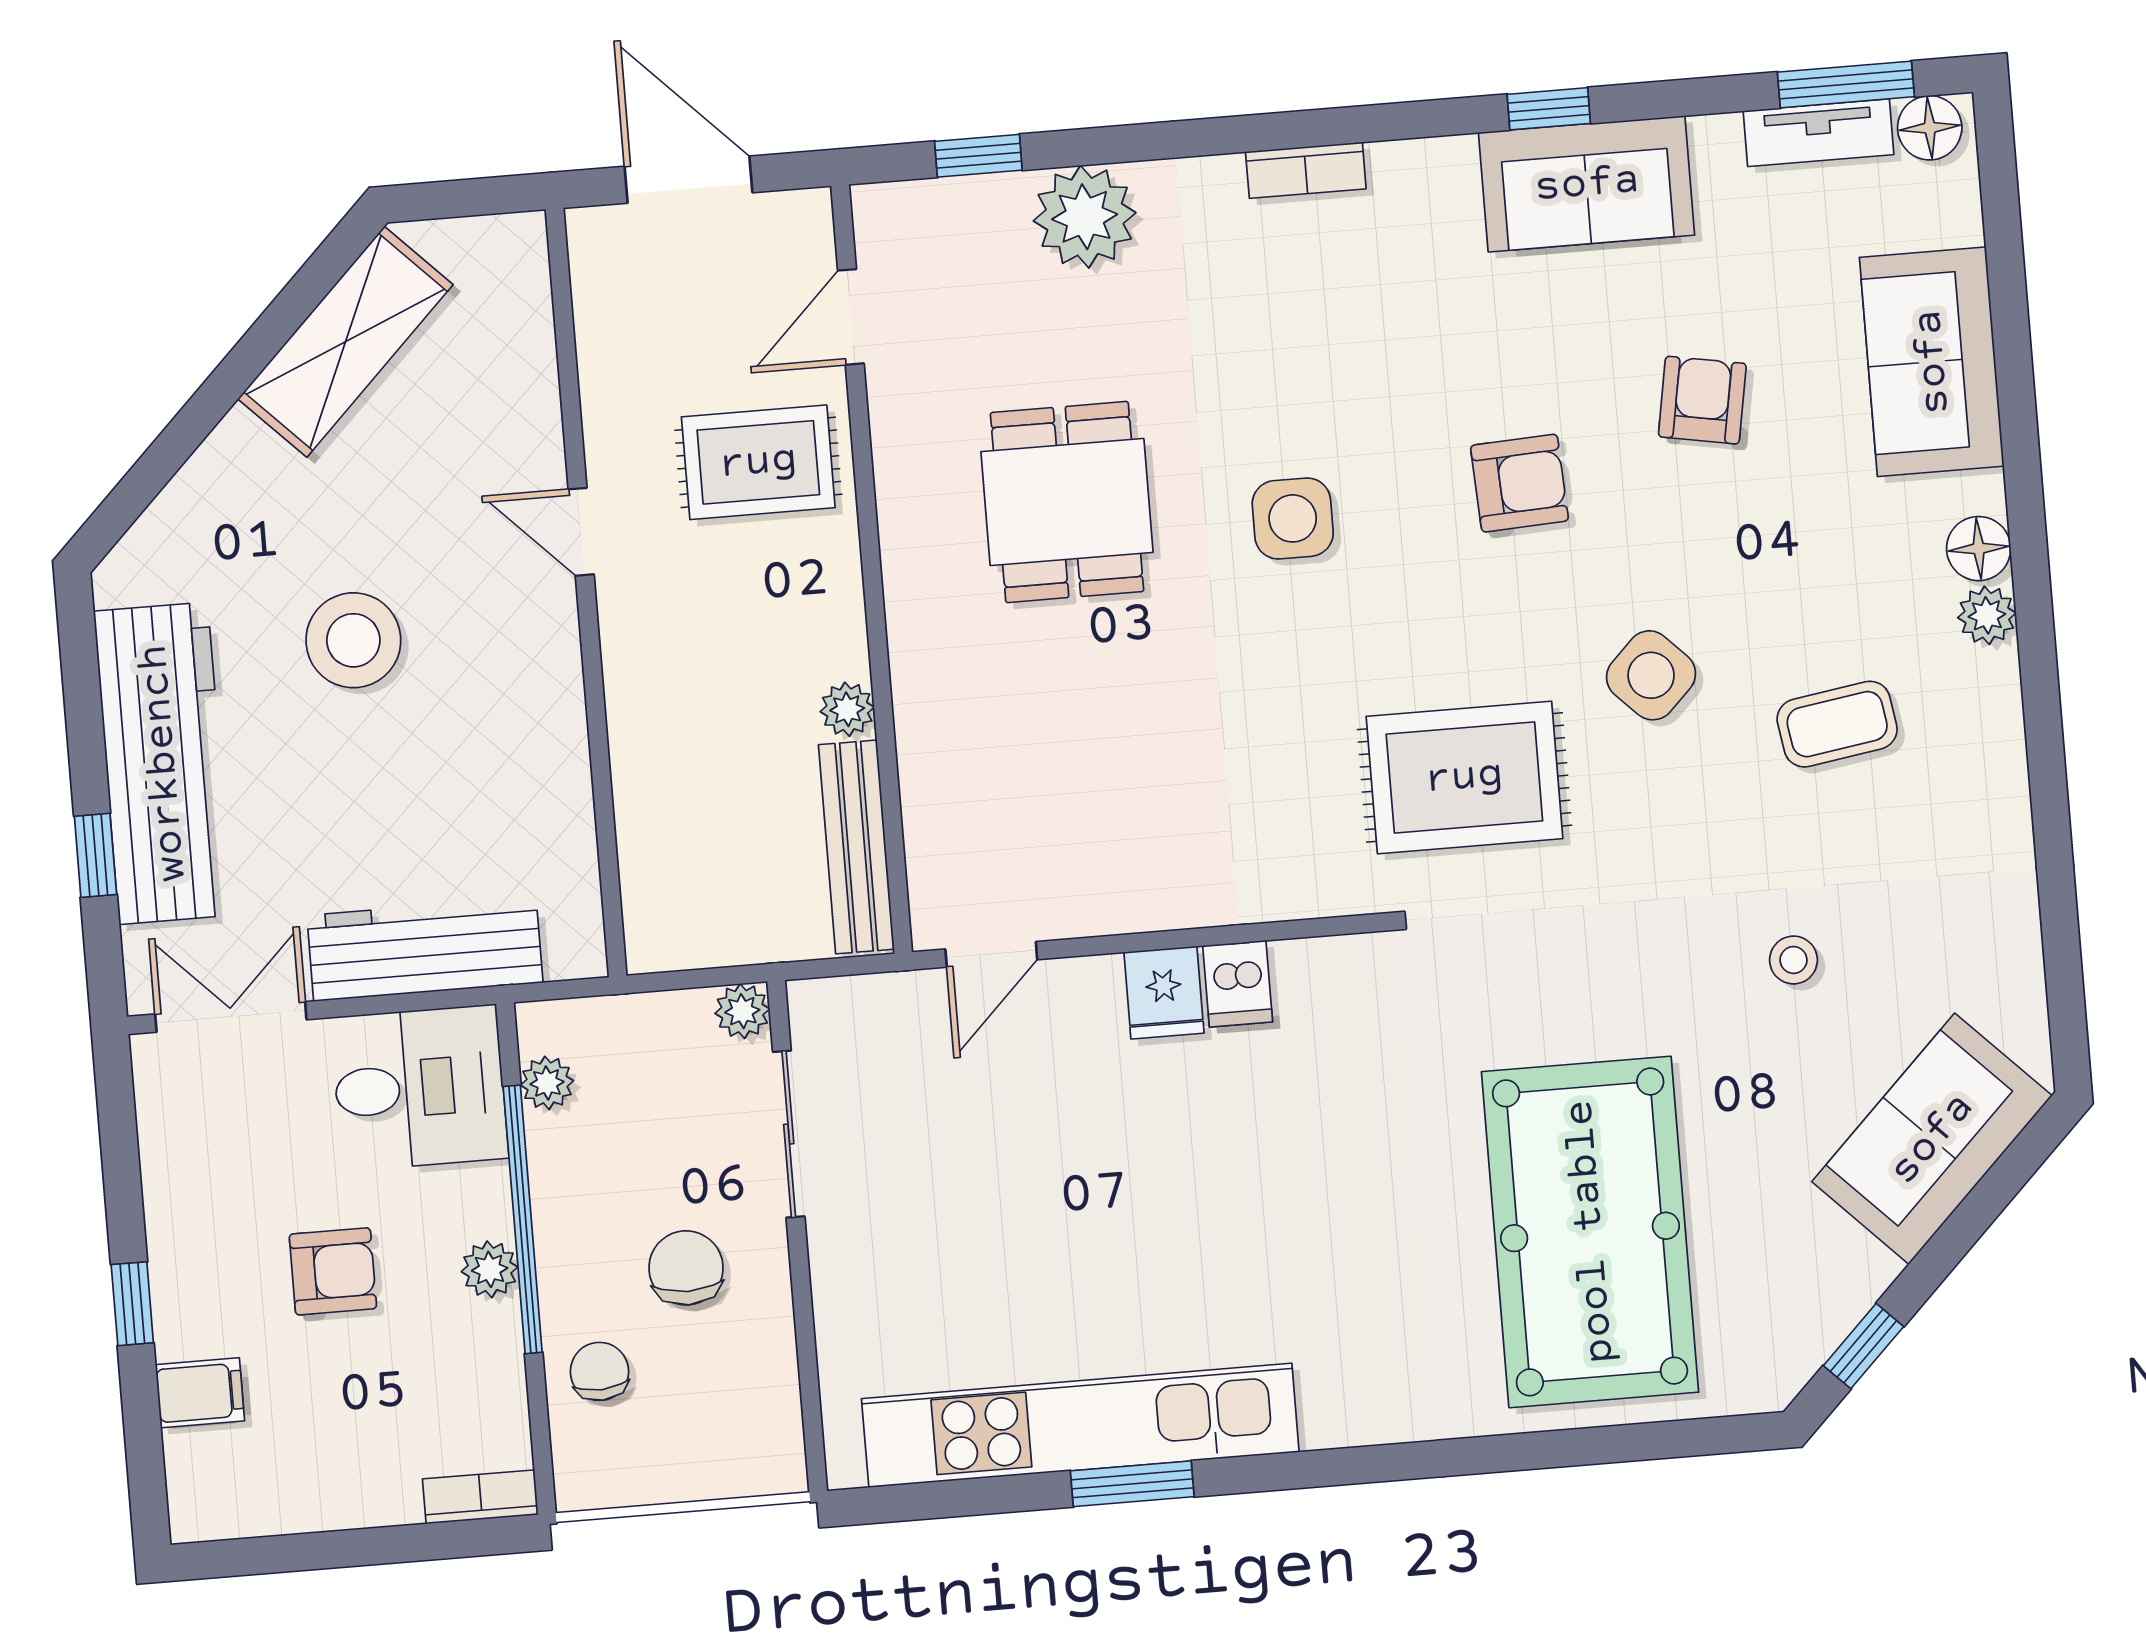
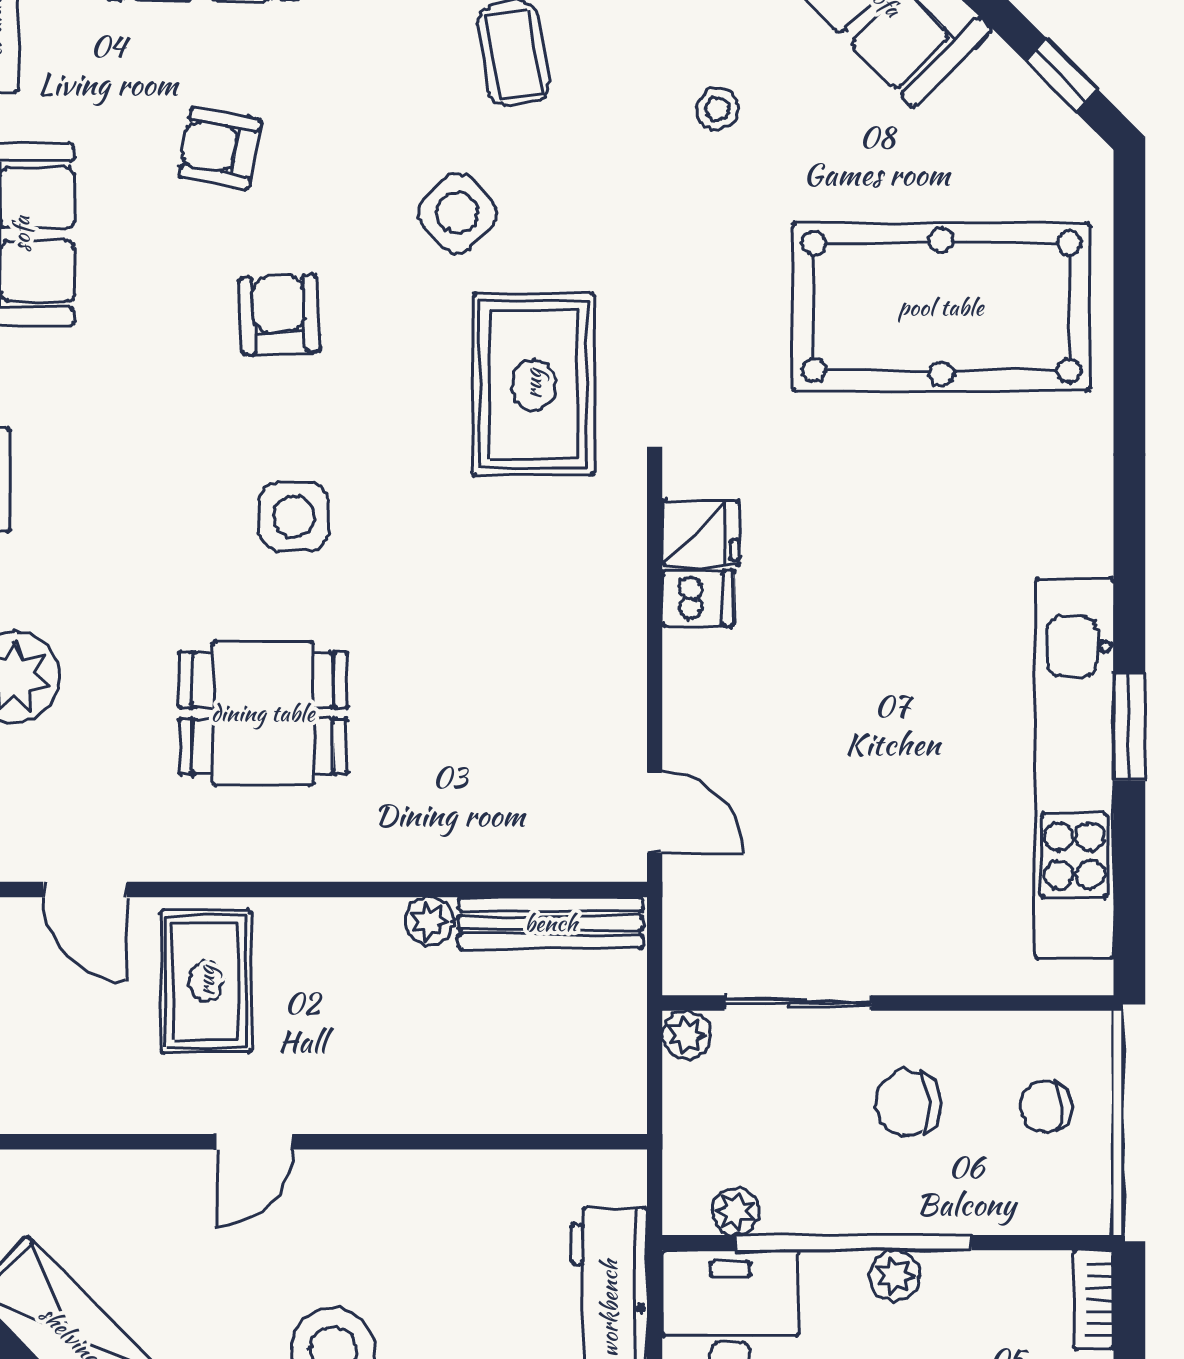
fridge: (1164, 993) -> (701, 533), moved
chair: (599, 1371) -> (1046, 1107), moved

